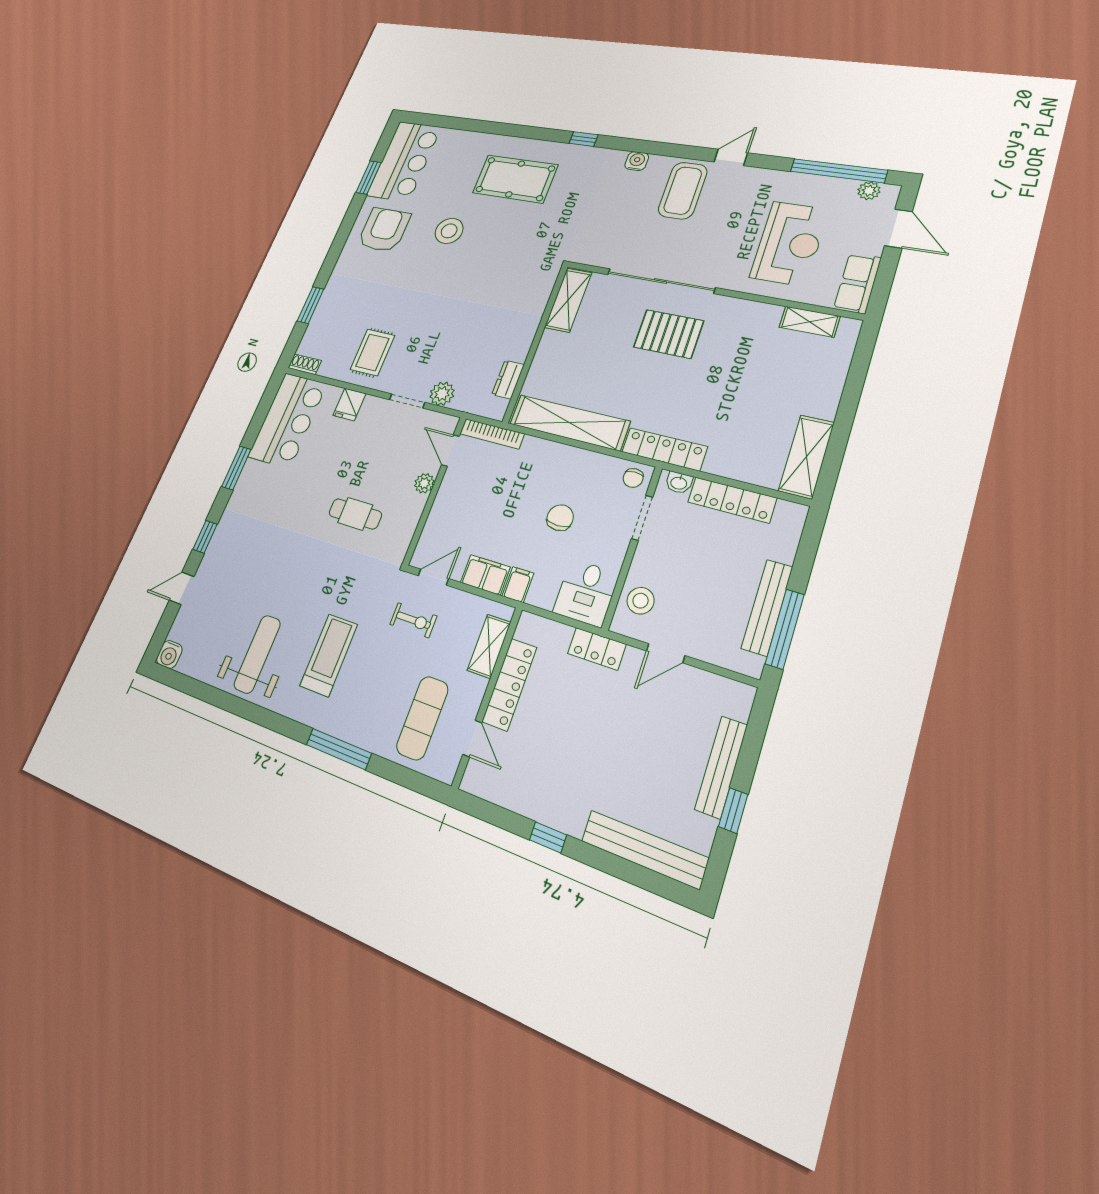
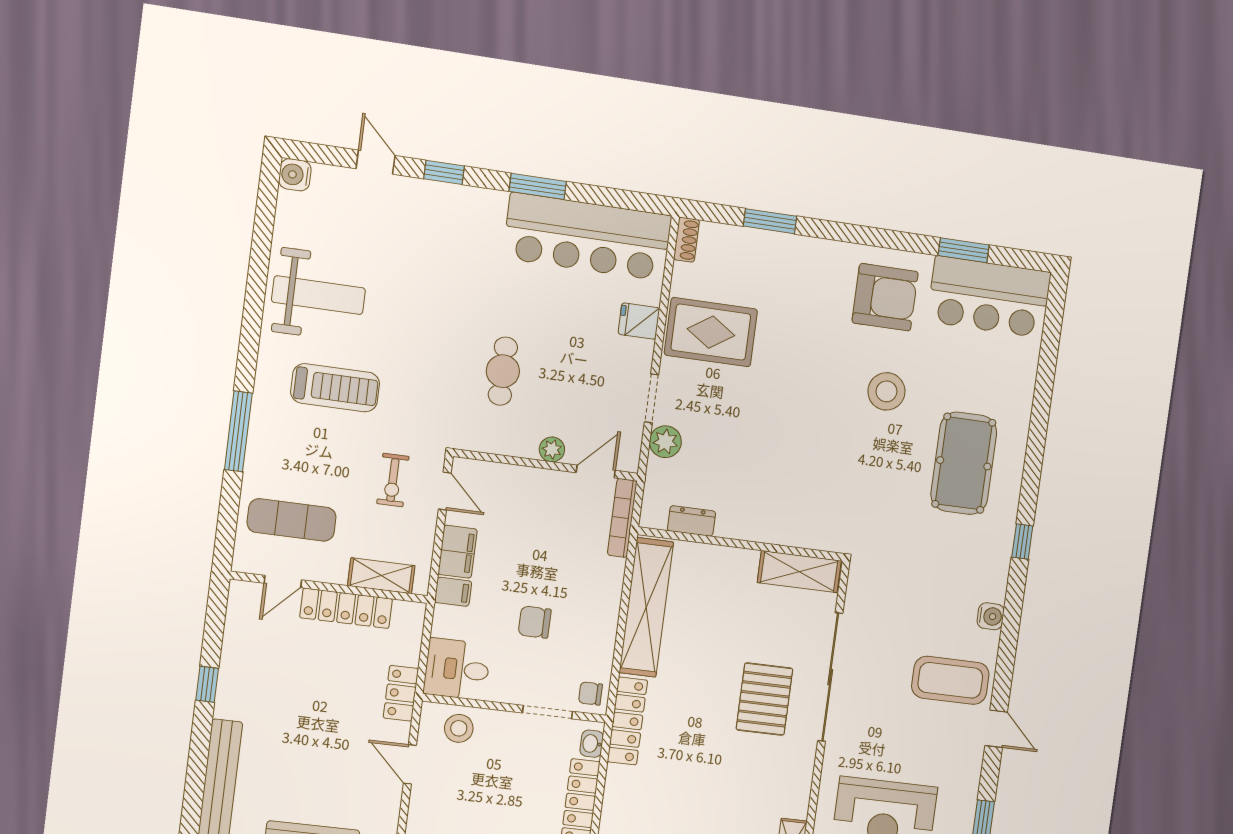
rug: (372, 352) -> (711, 332), width x1.36, depth x1.43
bar counter: (288, 420) -> (587, 237), width x1.36
chair: (560, 518) -> (535, 622), turned 180

